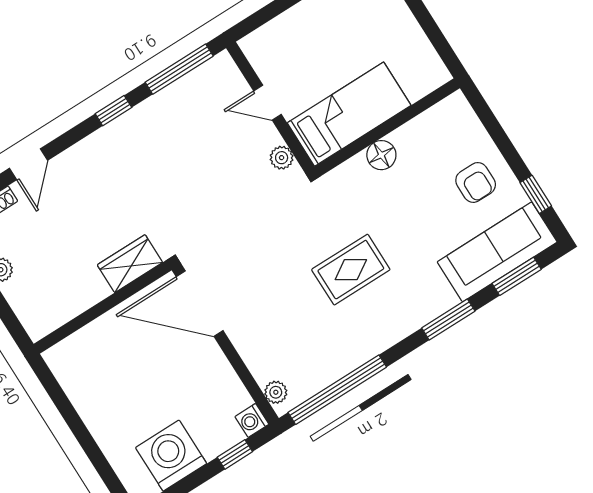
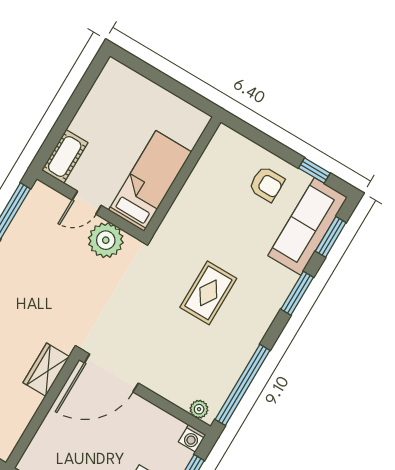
cot: (269, 40) -> (65, 156), added
floor lamp: (381, 155) -> (188, 199), removed
plant: (282, 158) -> (106, 240), width x1.88, depth x1.88

